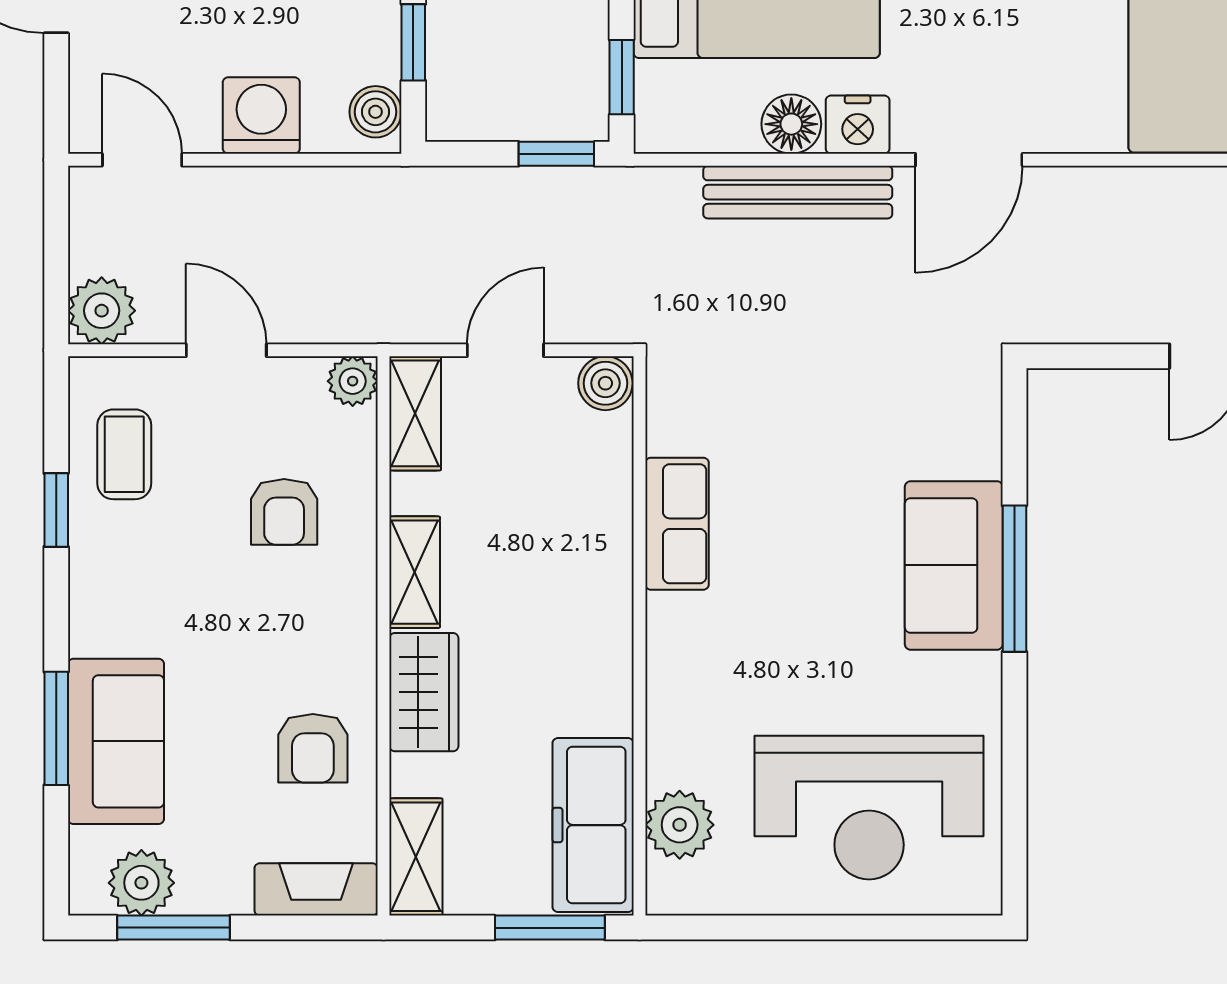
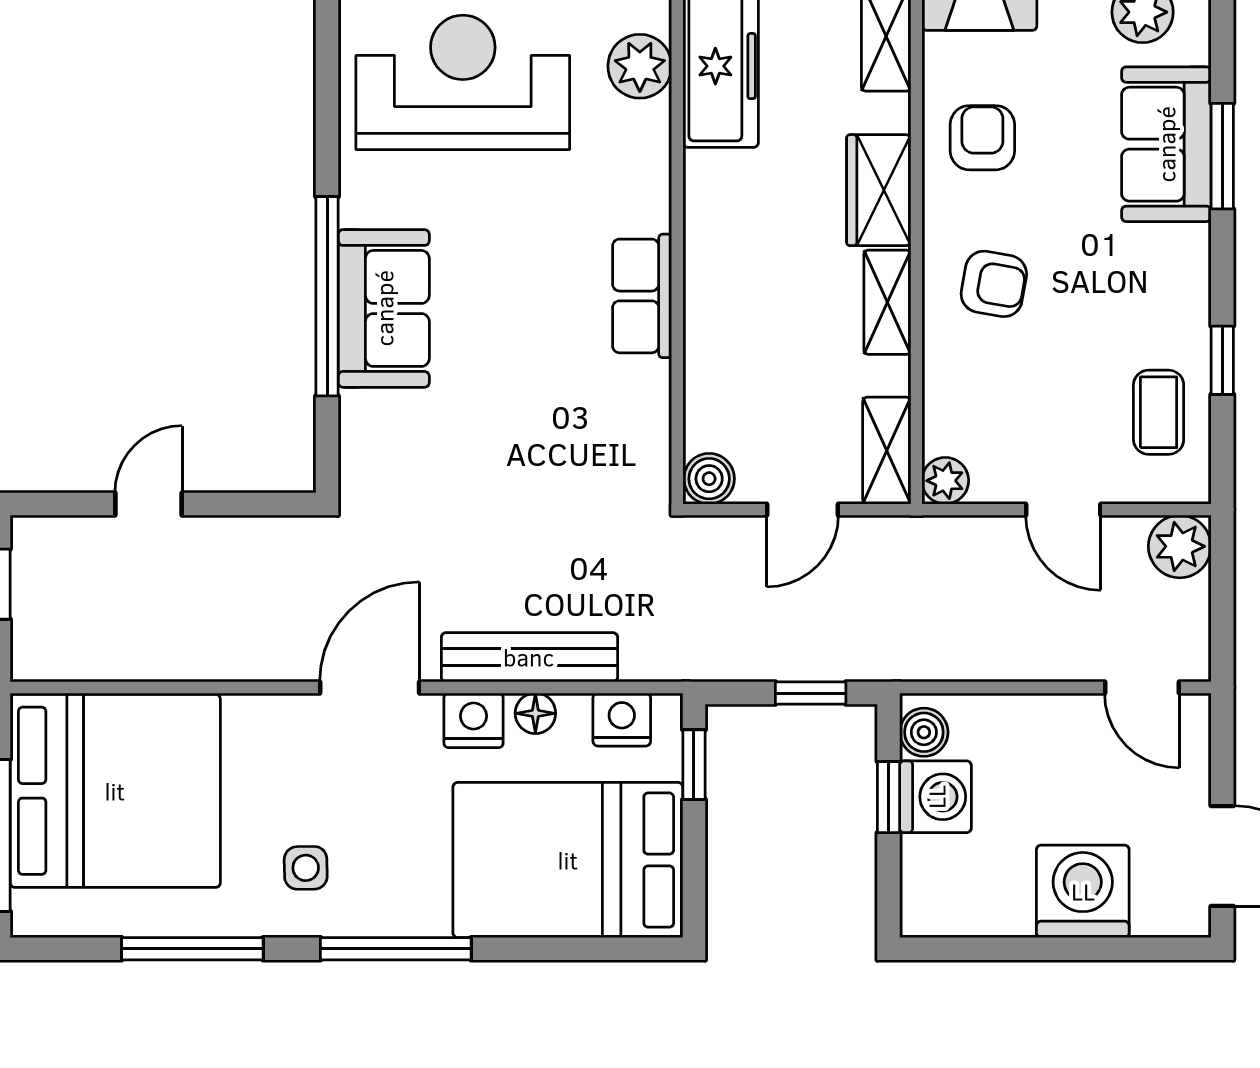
washing machine: (261, 115) -> (936, 797), moved, turned -90
floor lamp: (791, 124) -> (535, 713), width x0.73, depth x0.73
nightstand: (699, 125) -> (622, 720), added
window: (556, 154) -> (811, 693), moved
armchair: (284, 512) -> (994, 284), moved, turned 100
row of seats: (677, 524) -> (642, 296), moved
window: (1014, 579) -> (327, 296), width x1.46

